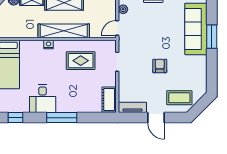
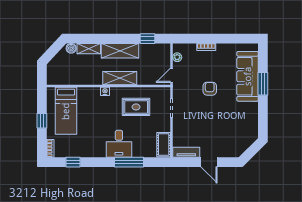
shelving: (64, 31) -> (120, 78), width x0.68
armchair: (160, 66) -> (210, 89), moved
coffee table: (179, 98) -> (232, 143), removed
desk: (43, 99) -> (119, 144), moved
window: (62, 118) -> (129, 162), moved

